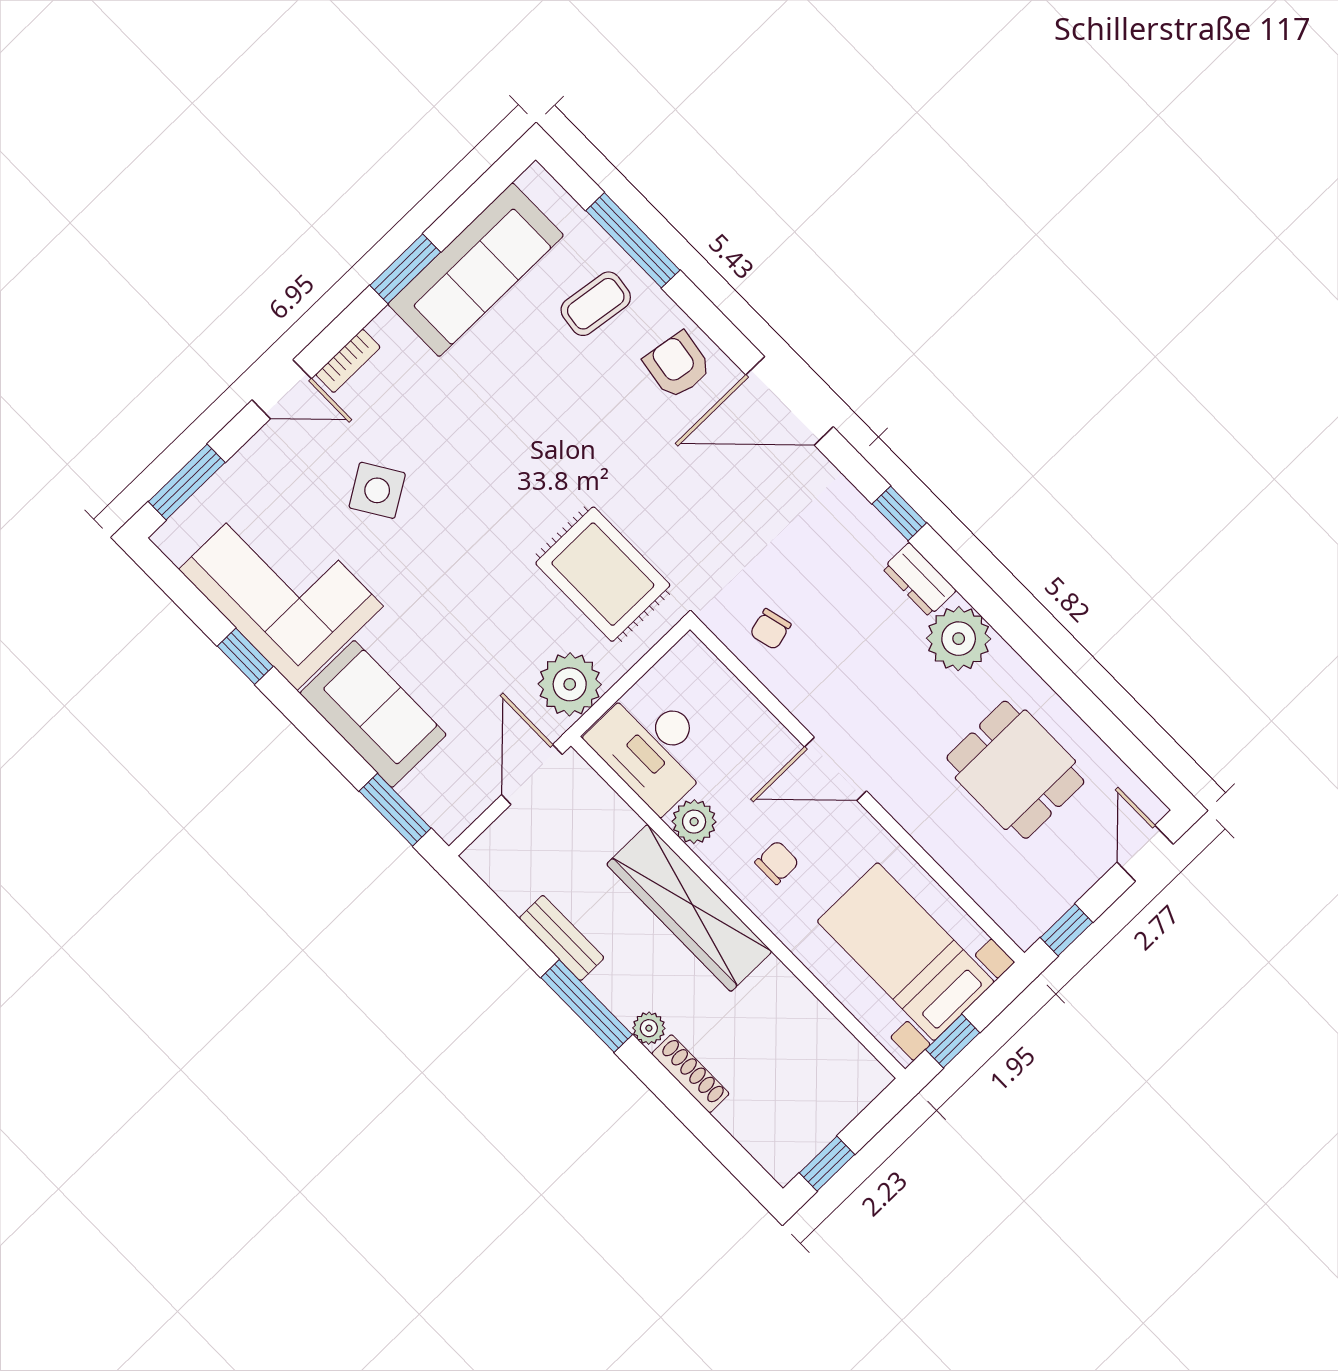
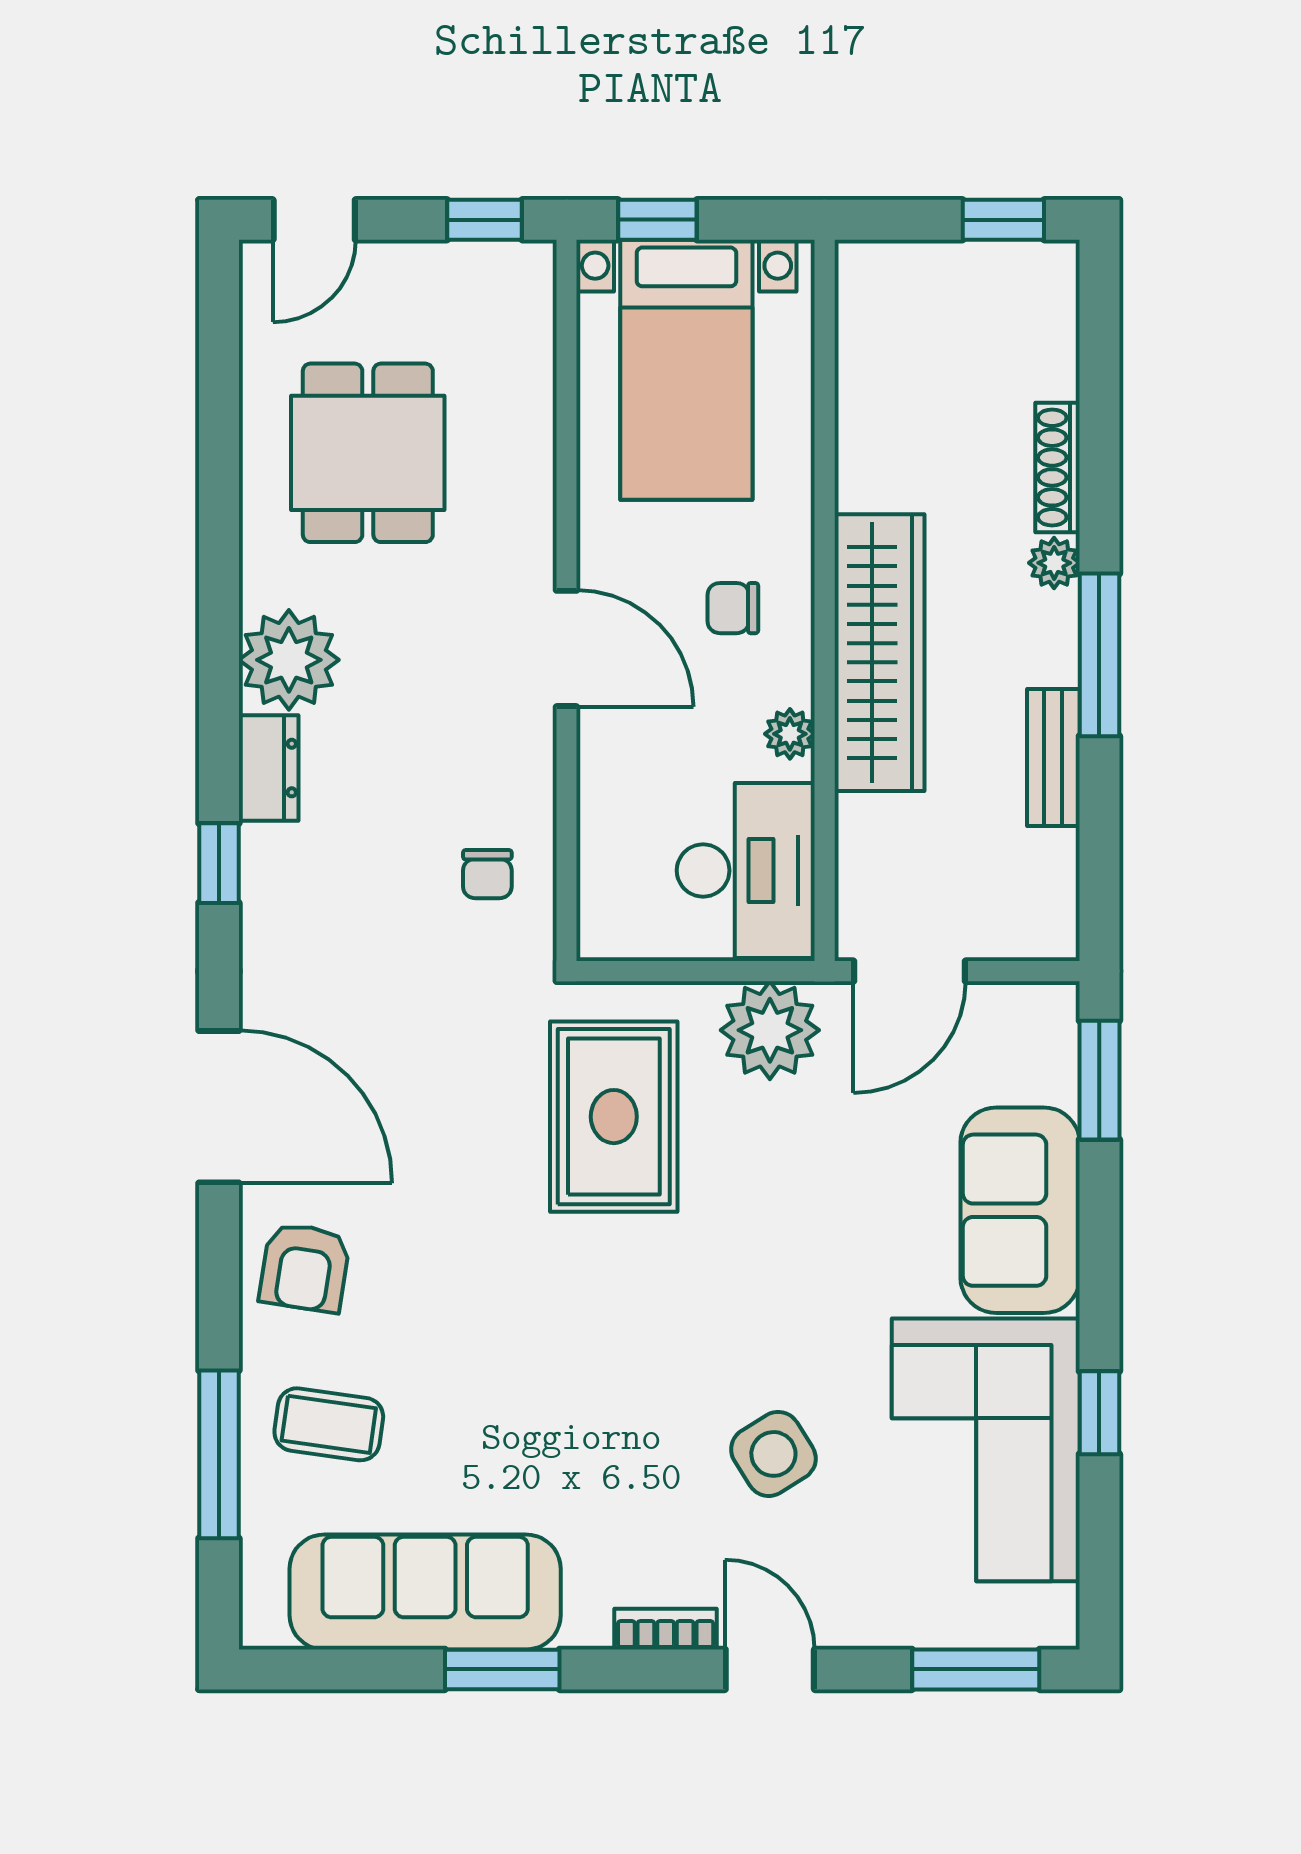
chair: (770, 629) -> (487, 874), turned 104
plant: (694, 822) -> (790, 734), width x0.73, depth x0.73
window: (953, 1041) -> (657, 220), moved

